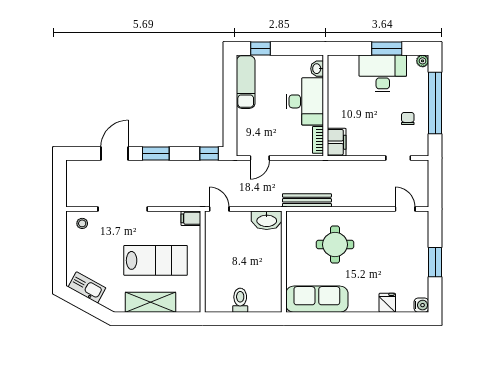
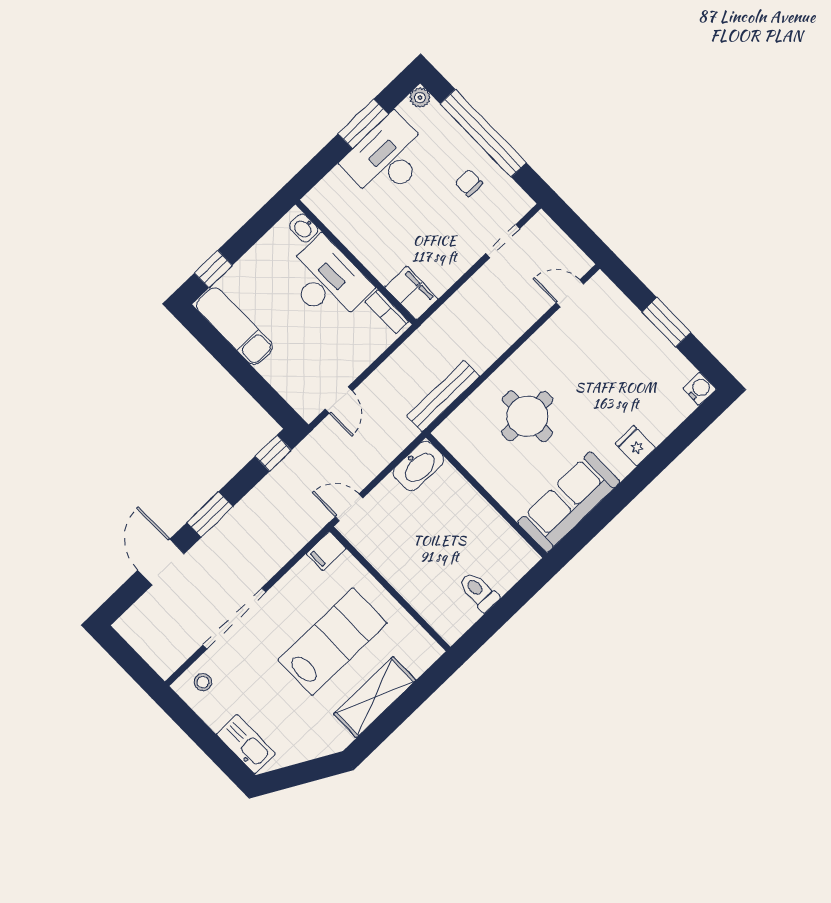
kitchen sink: (87, 287) -> (246, 744), moved, turned 61
fridge: (387, 303) -> (635, 446), moved

